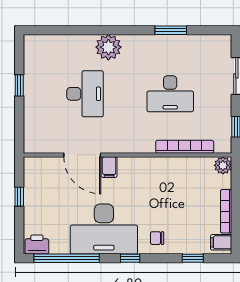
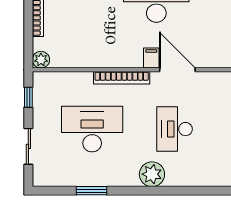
desk: (170, 94) -> (92, 129), width x1.36, depth x1.30
bookcase: (185, 147) -> (122, 78), moved

